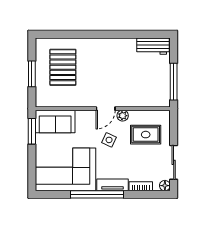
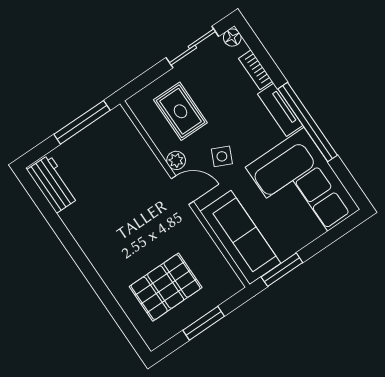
sofa: (55, 121) -> (240, 237), width x1.36

